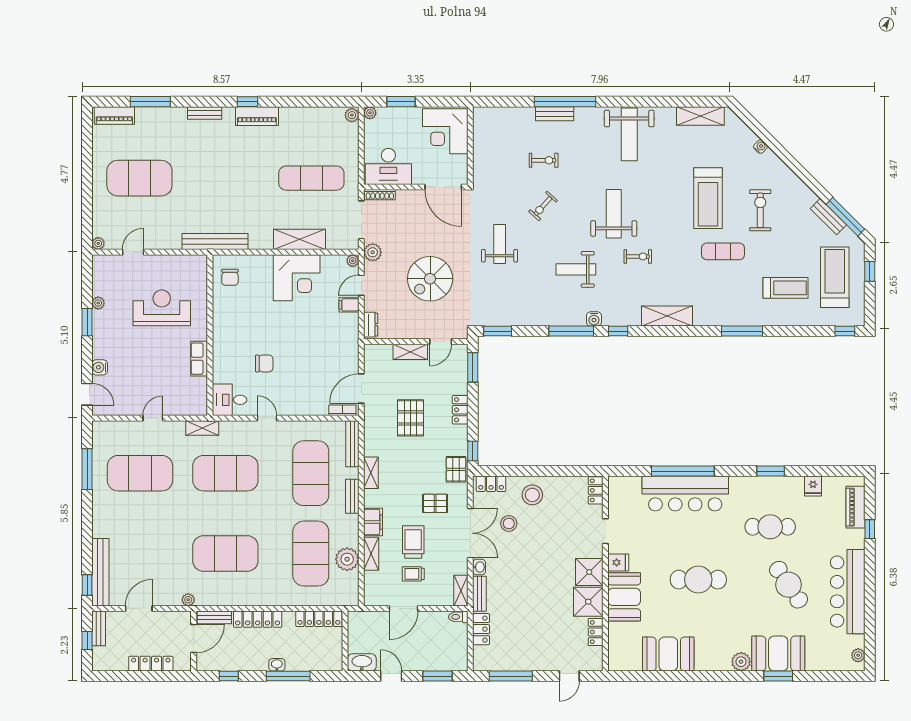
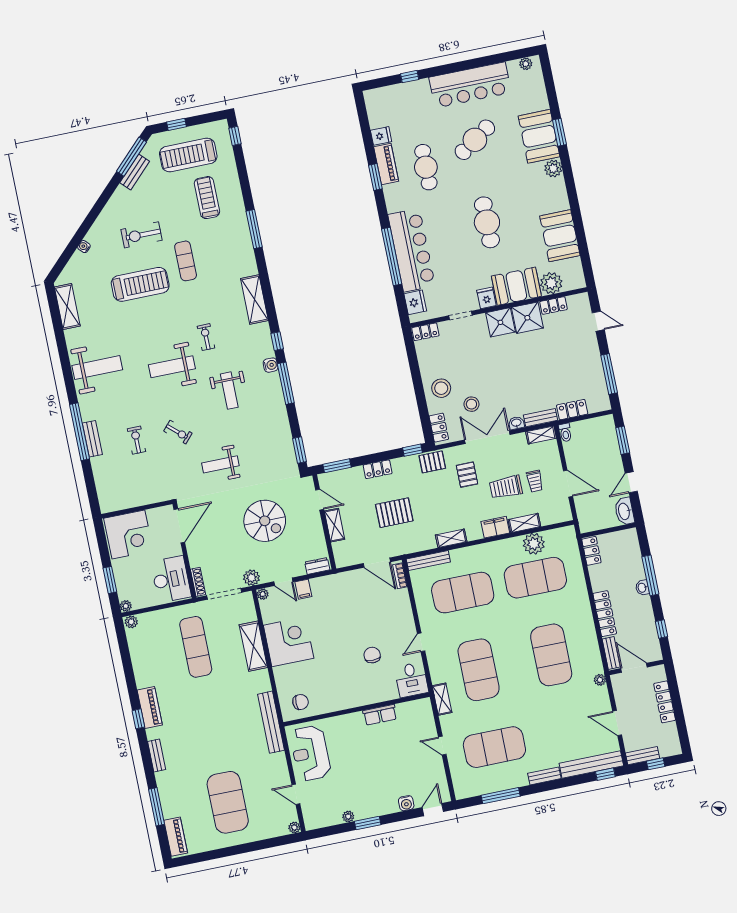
reception desk: (162, 308) -> (310, 753), moved
exercise mat: (140, 473) -> (494, 747), turned 90
fridge: (629, 486) -> (415, 302), added
bench: (352, 496) -> (544, 776), moved
piano: (855, 507) -> (386, 164), moved, turned -90
locker: (319, 619) -> (591, 551), width x0.66
plant: (620, 635) -> (551, 283), added

